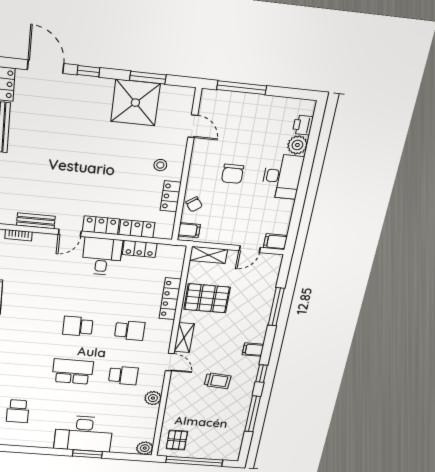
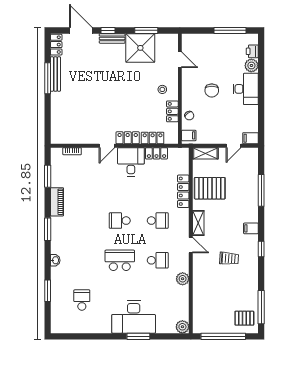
window: (242, 88) -> (230, 30), moved
bench: (36, 221) -> (112, 38), moved
school desk: (18, 411) -> (82, 300), turned 180
window: (253, 414) -> (261, 307), moved
pallet: (177, 440) -> (244, 318), moved, turned 90

